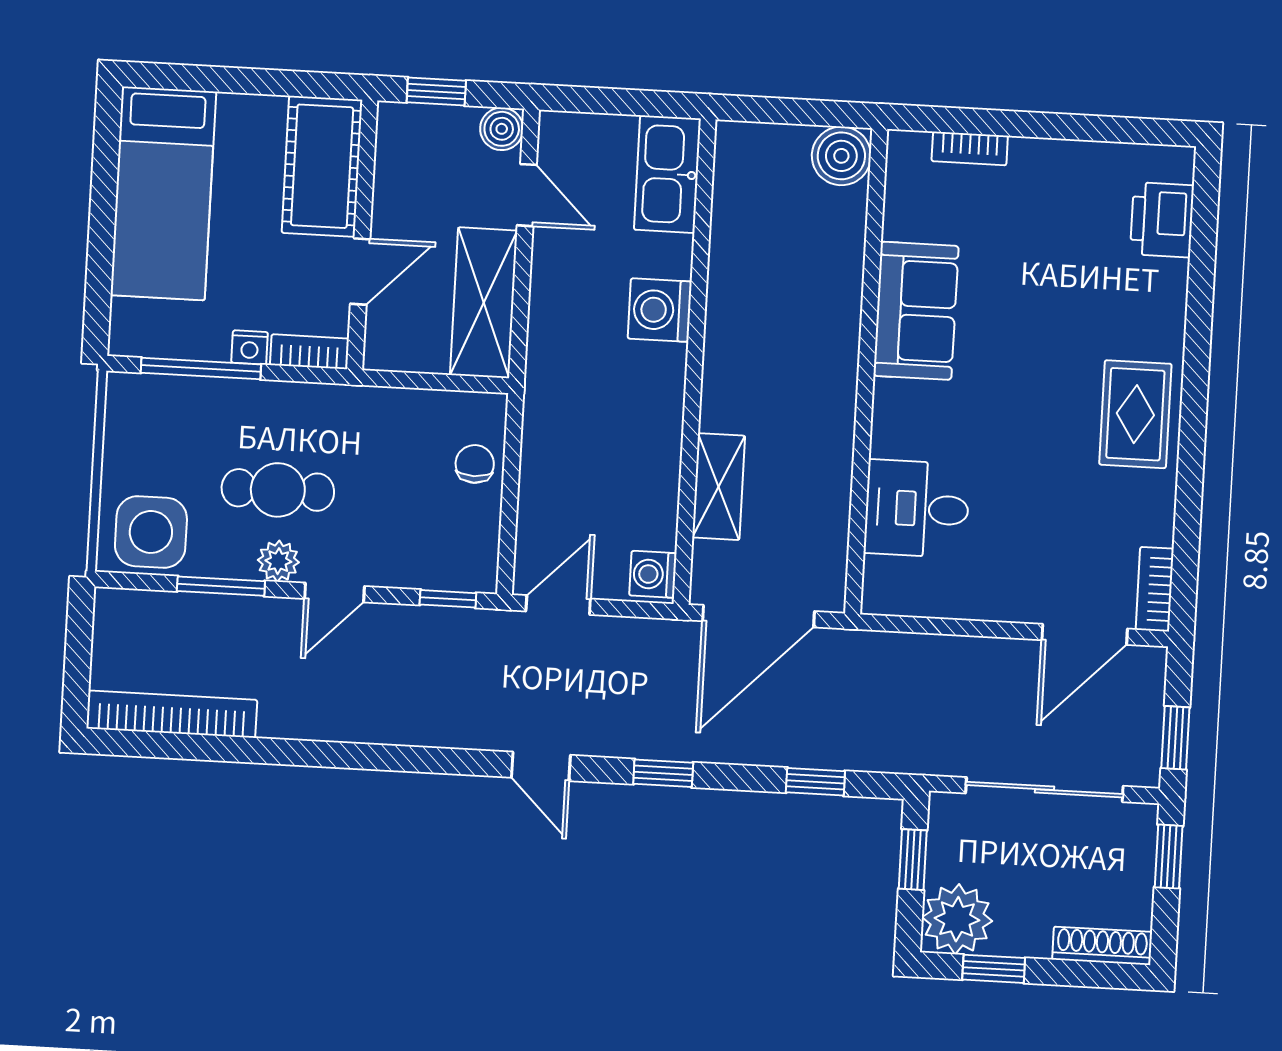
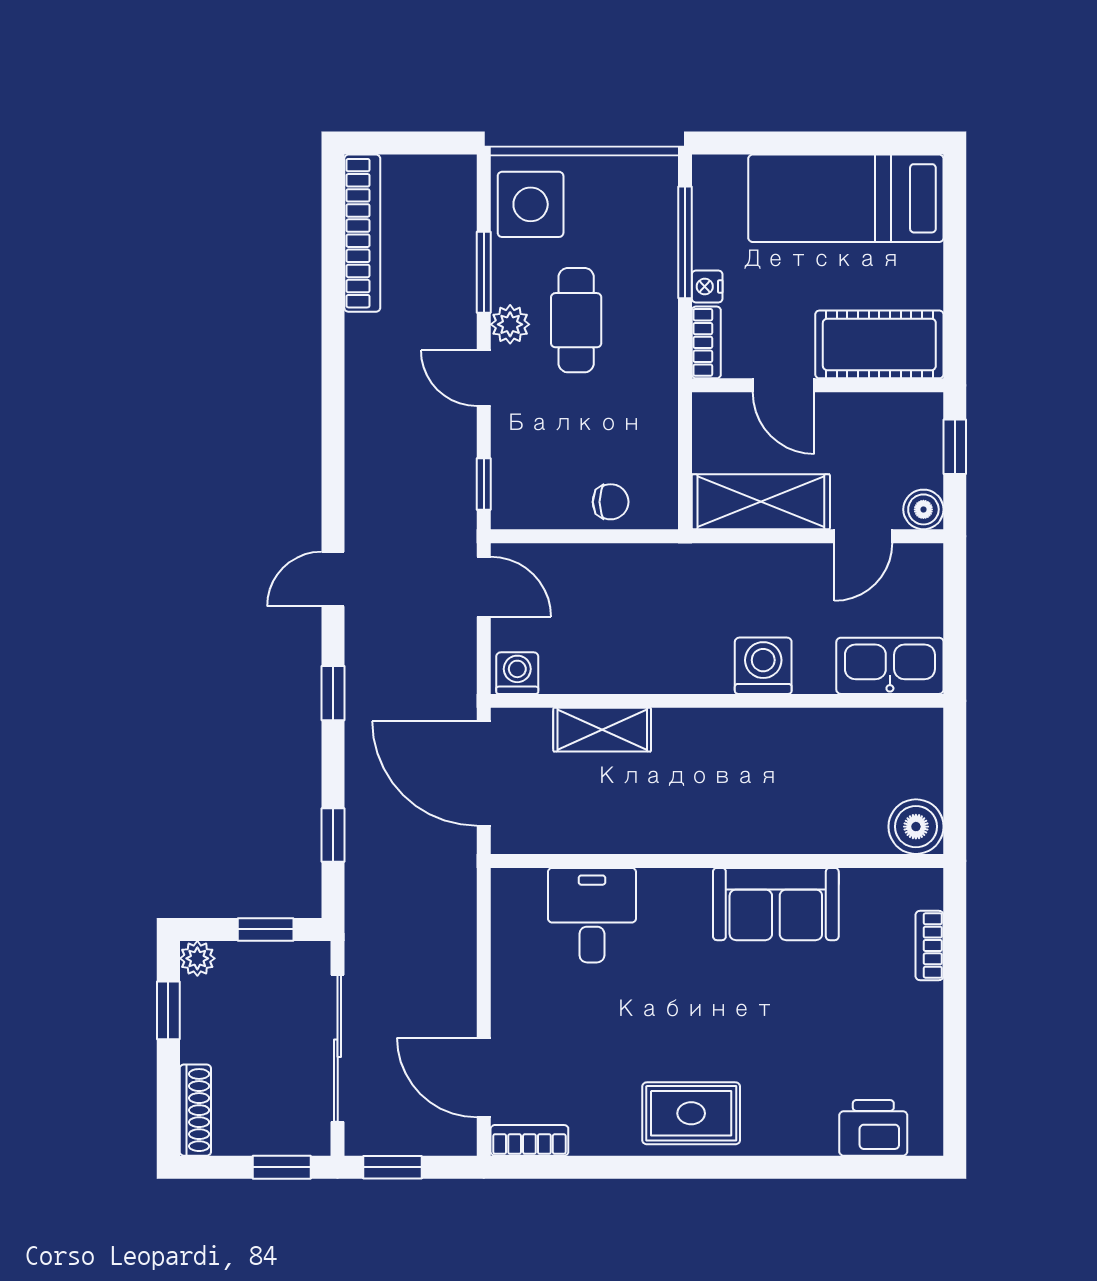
plant: (957, 919) -> (197, 958), width x0.53, depth x0.53

